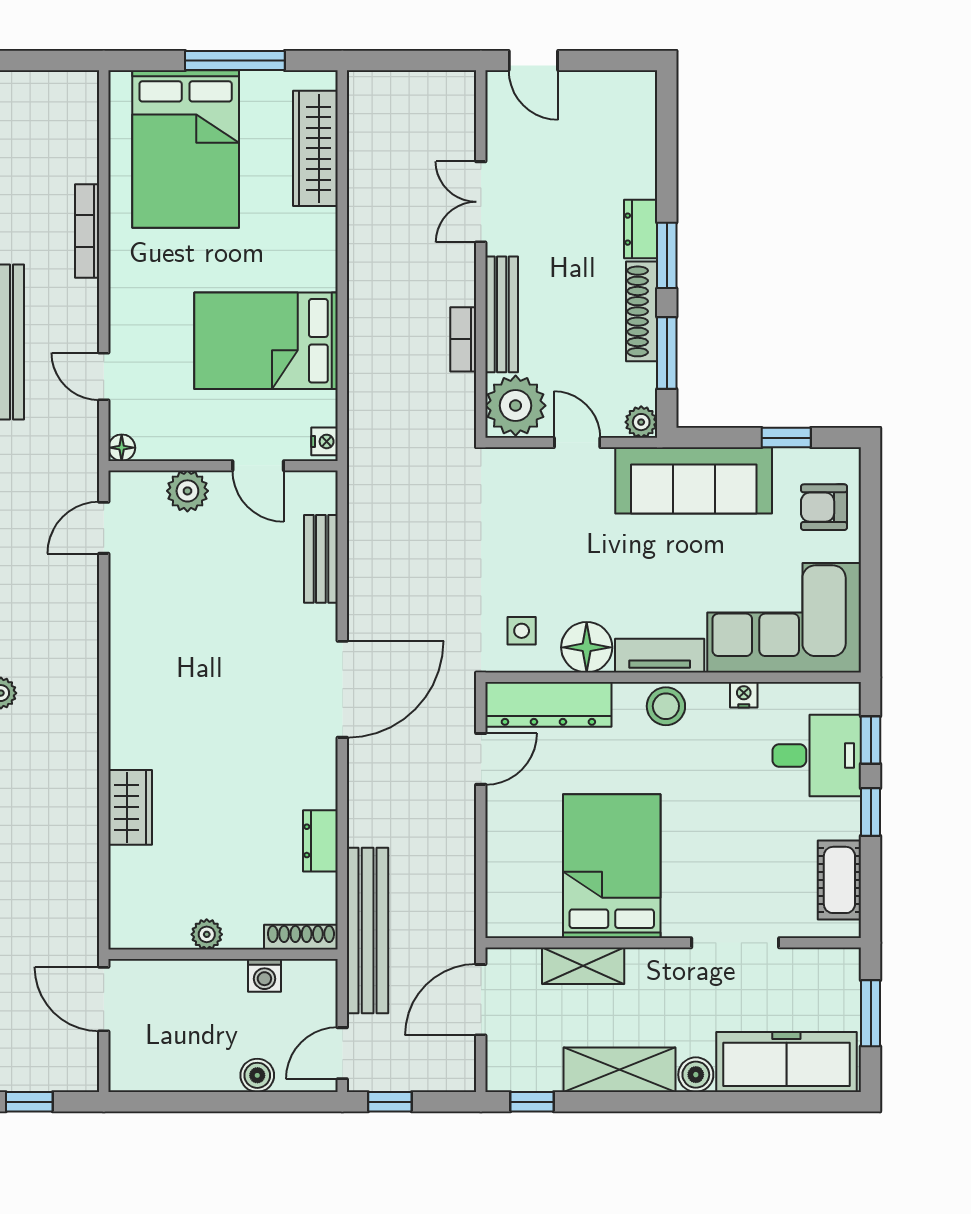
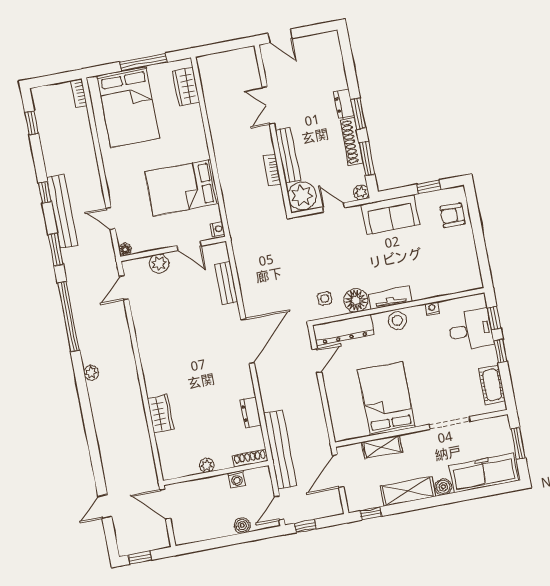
wardrobe: (315, 148) -> (186, 86), width x0.67
bookcase: (87, 231) -> (79, 93), moved, width x0.64
sofa: (694, 480) -> (390, 214), width x0.73
corner sofa: (784, 618) -> (444, 270), removed

